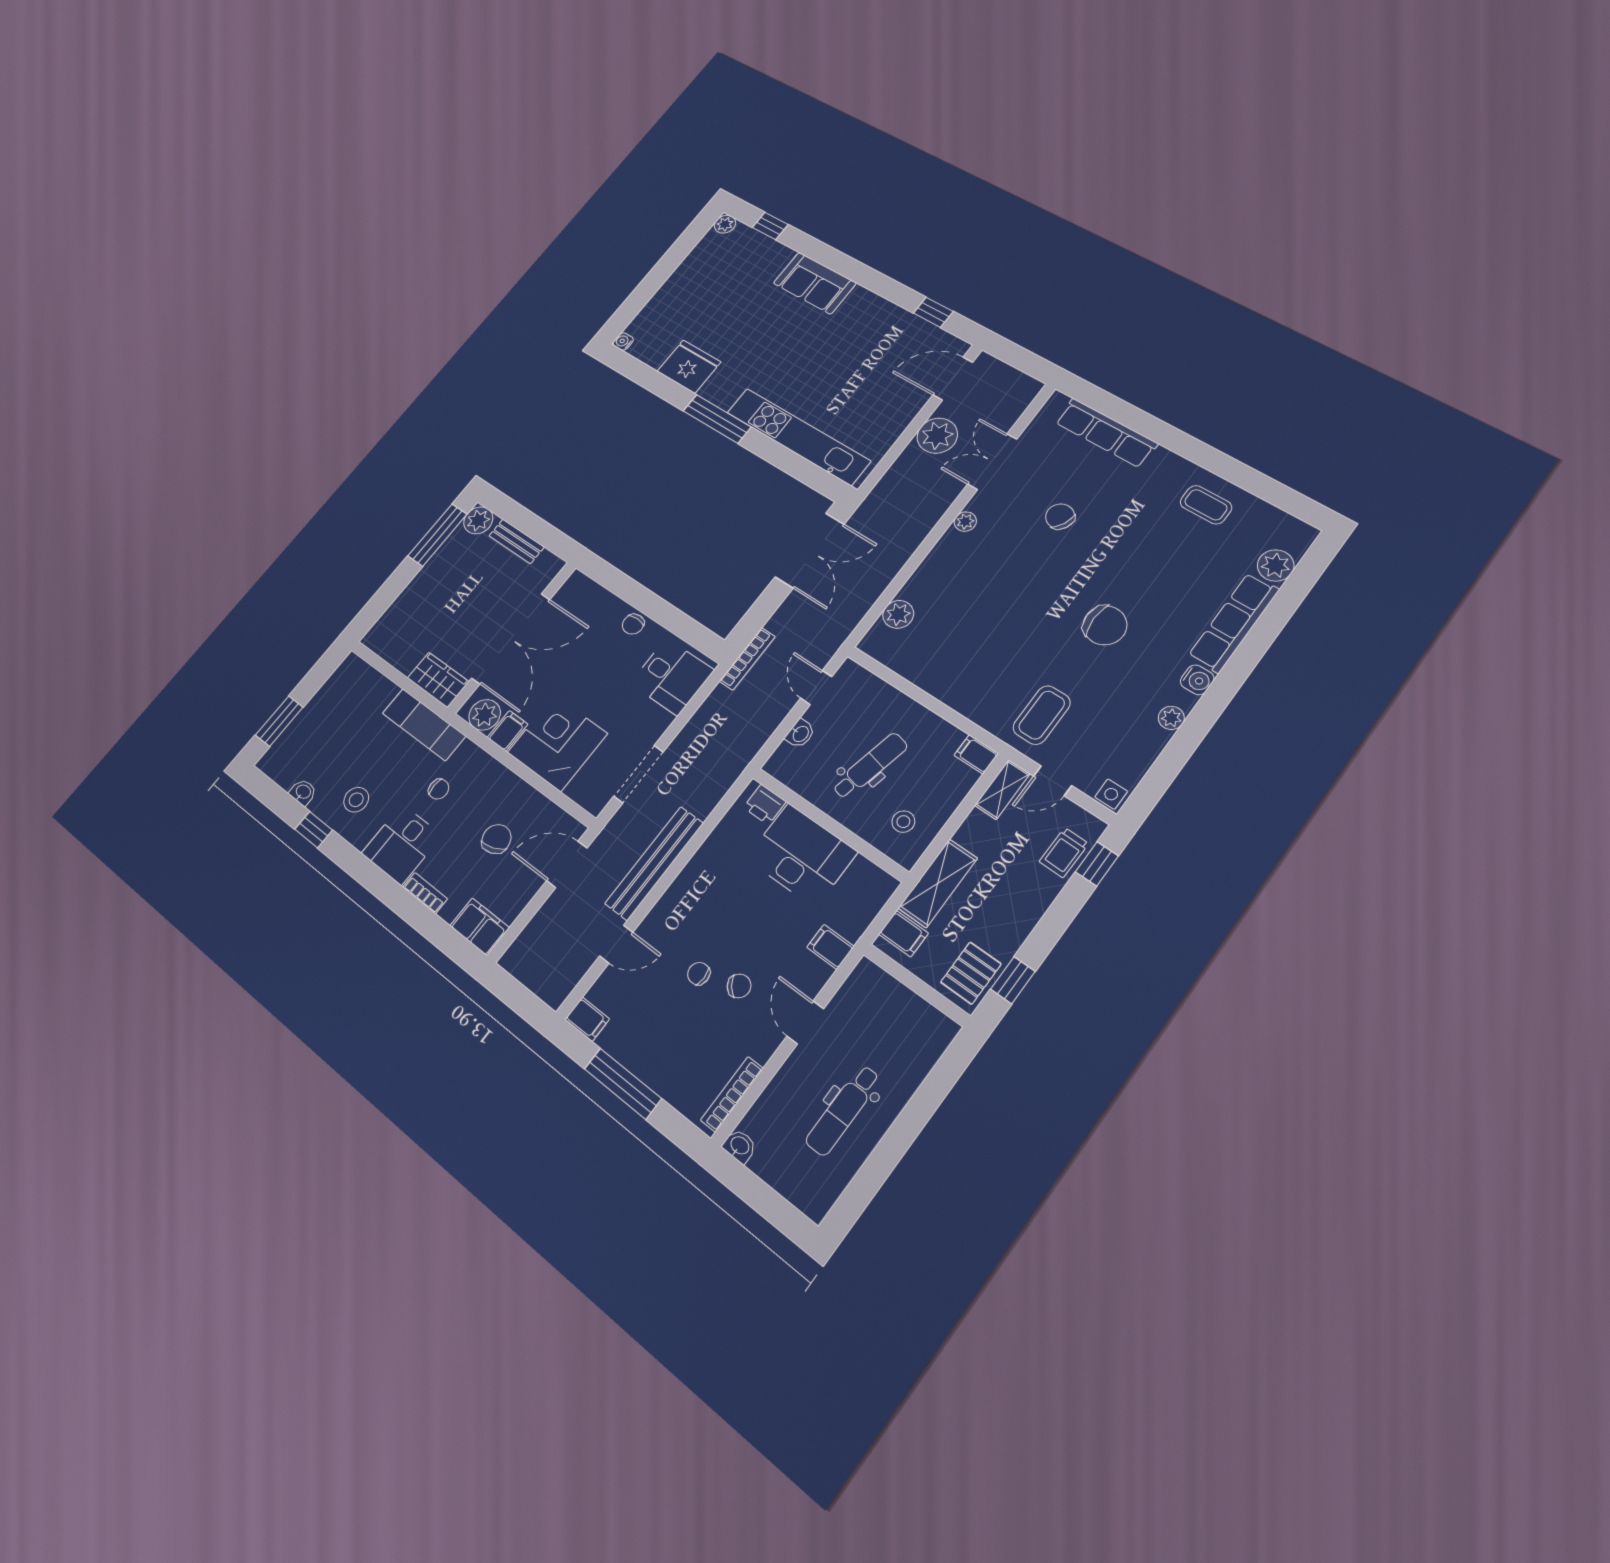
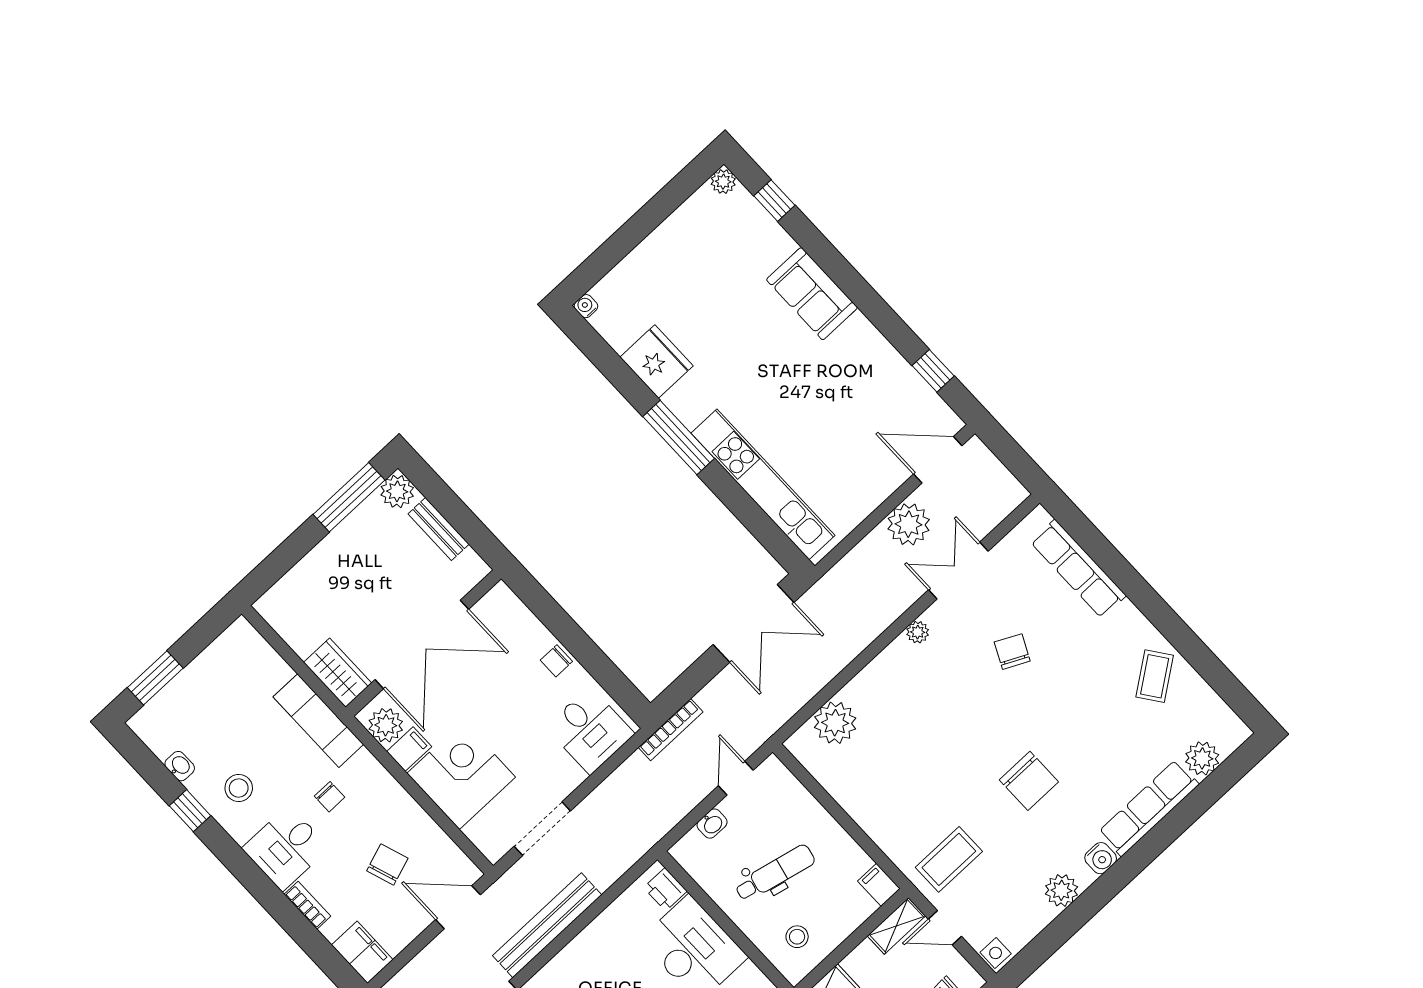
coffee table: (1206, 505) -> (1155, 676), turned 54
plant: (898, 614) -> (835, 723), width x1.36, depth x1.36
plant: (1171, 718) -> (1061, 890), width x1.38, depth x1.38

